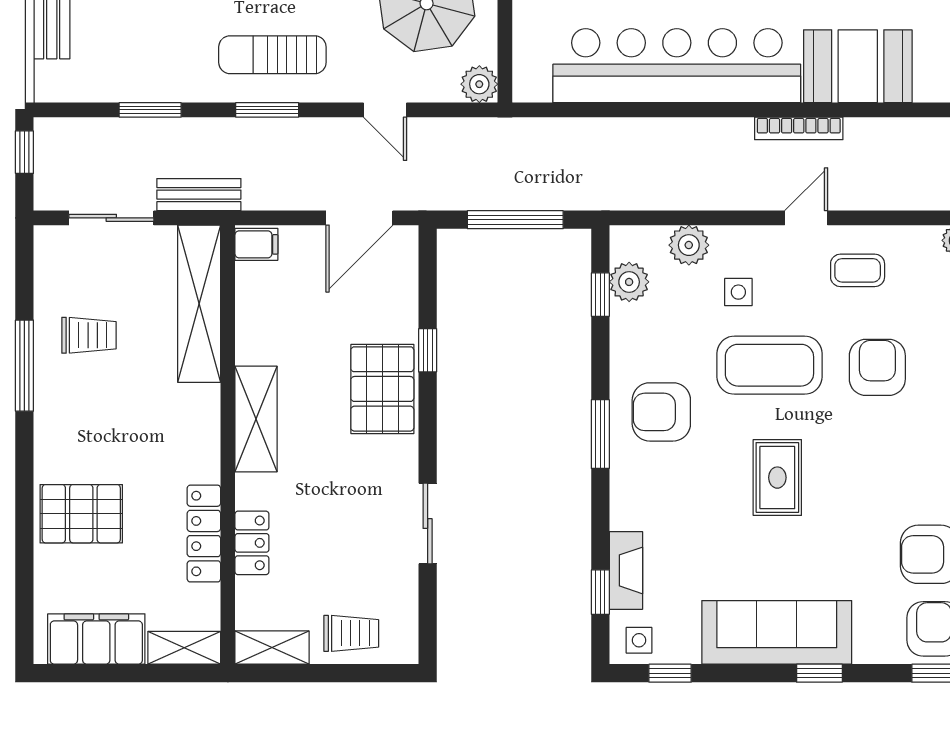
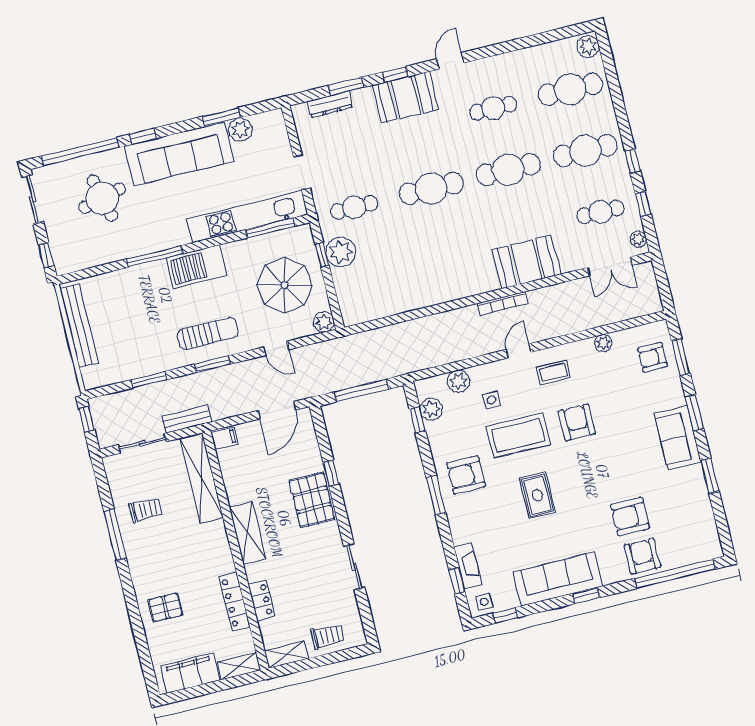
sun lounger: (272, 55) -> (208, 334), turned 180
bar counter: (677, 66) -> (428, 286), removed
pallet: (81, 514) -> (165, 607), width x0.67, depth x0.71

